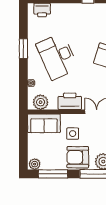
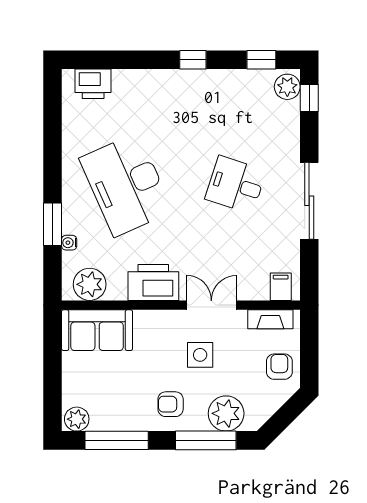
window: (23, 49) -> (52, 224), moved
side table: (73, 134) -> (200, 355), moved
armchair: (78, 157) -> (171, 404), width x0.53, depth x0.53

